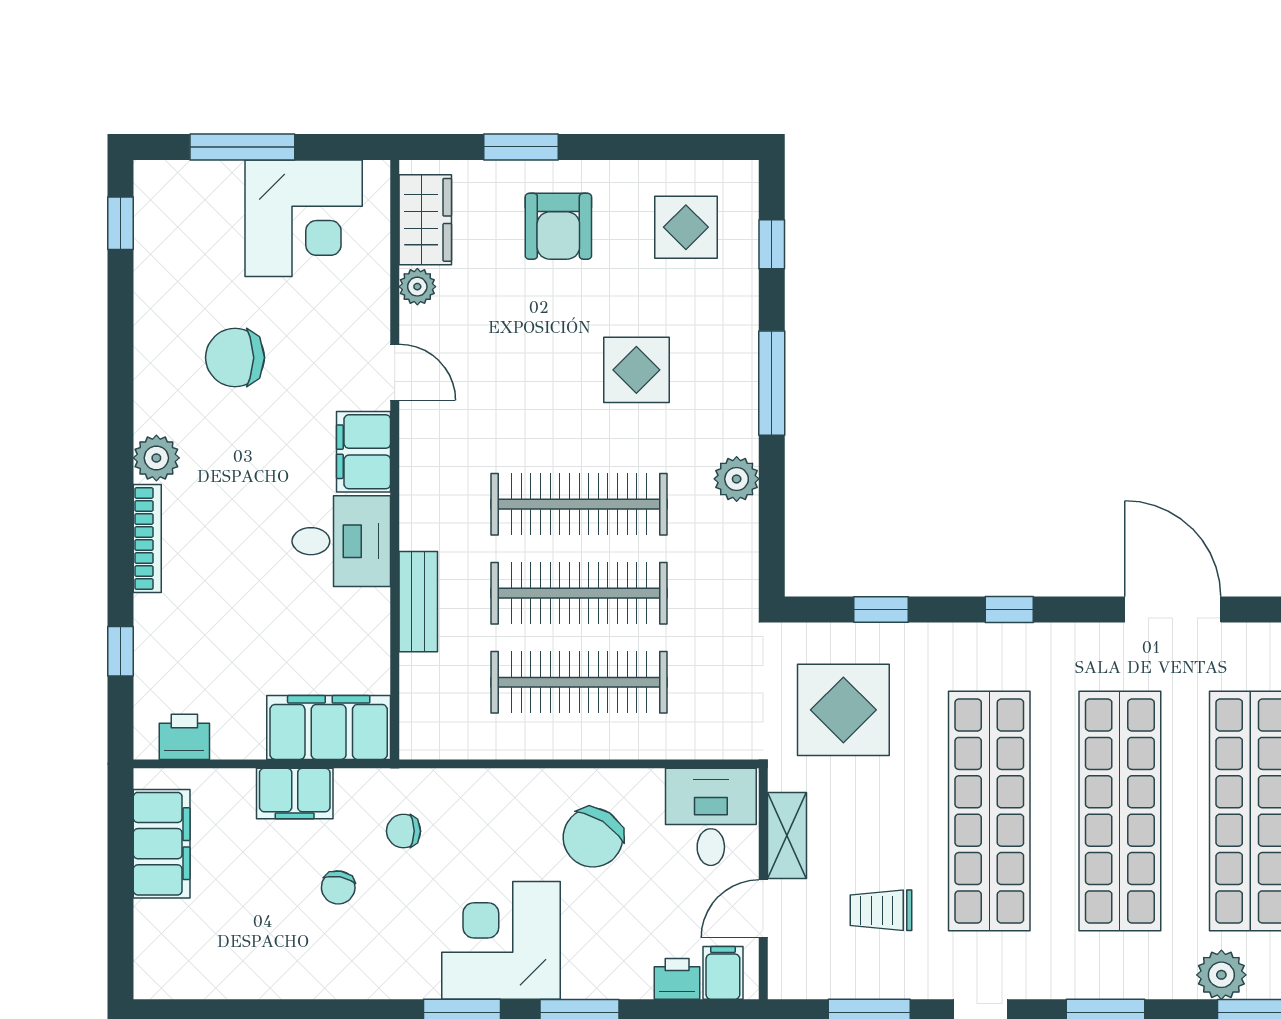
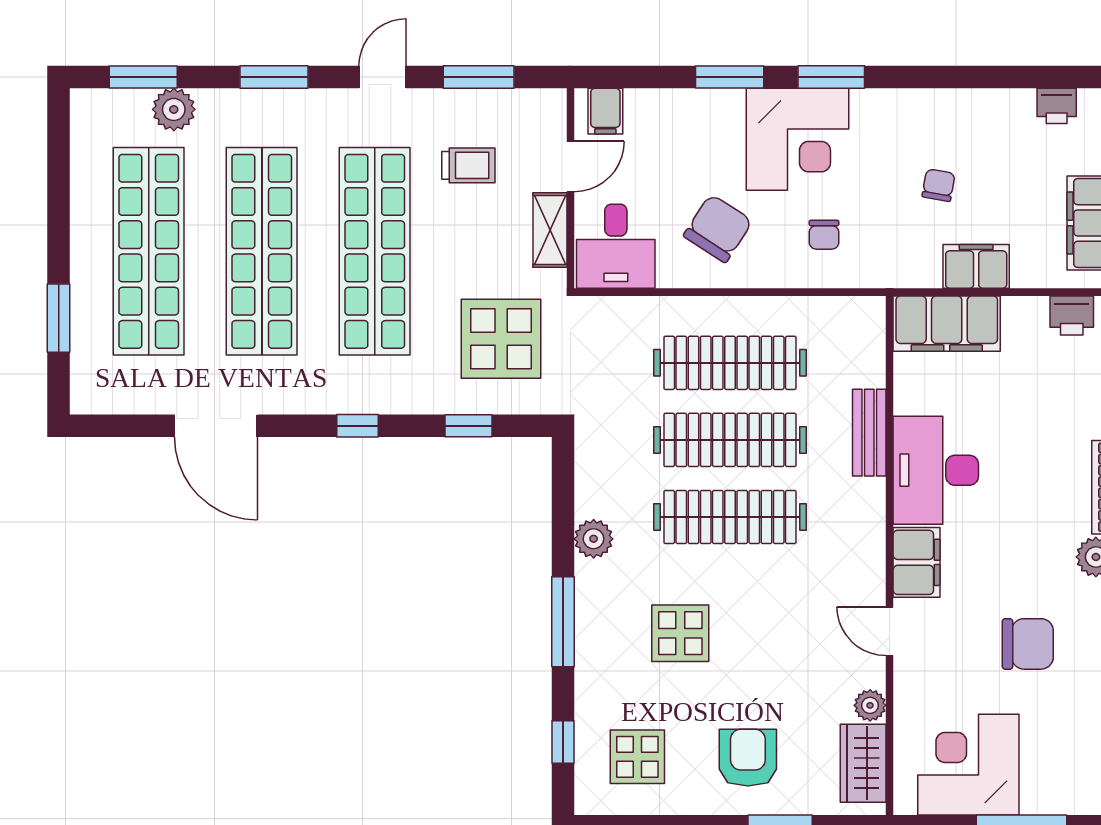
desk: (341, 541) -> (936, 470), width x1.37
chair: (403, 831) -> (824, 235), moved, turned 90
printer: (677, 979) -> (1057, 106), moved

